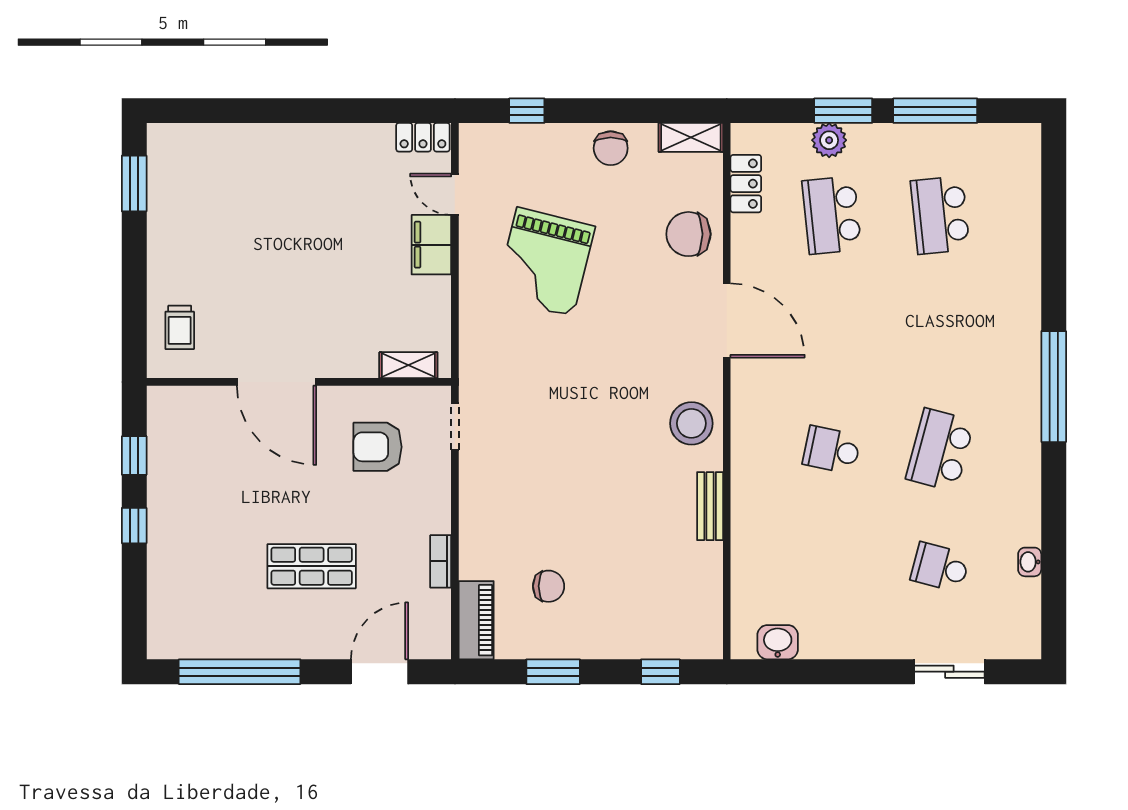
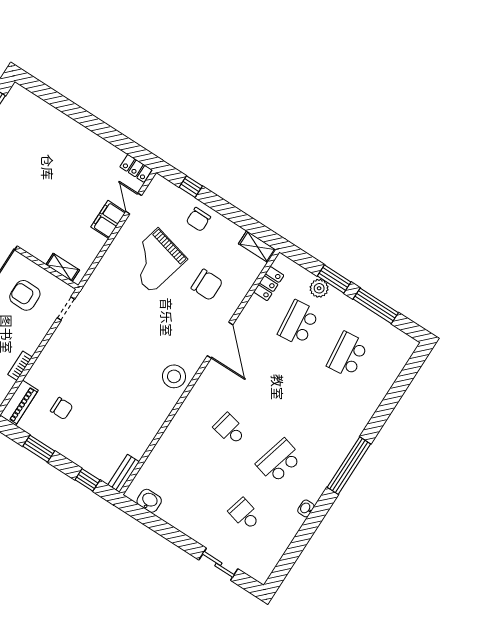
chair: (611, 148) -> (198, 219), moved
chair: (688, 234) -> (207, 285), moved, turned 180
bench: (710, 506) -> (123, 473), moved
washbasin: (1030, 562) -> (306, 508), moved

